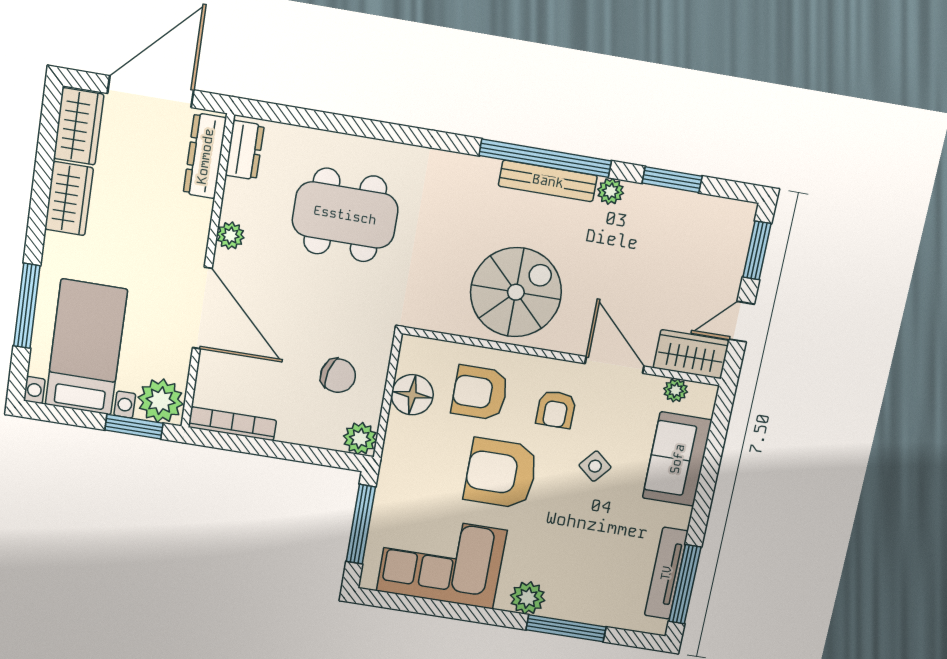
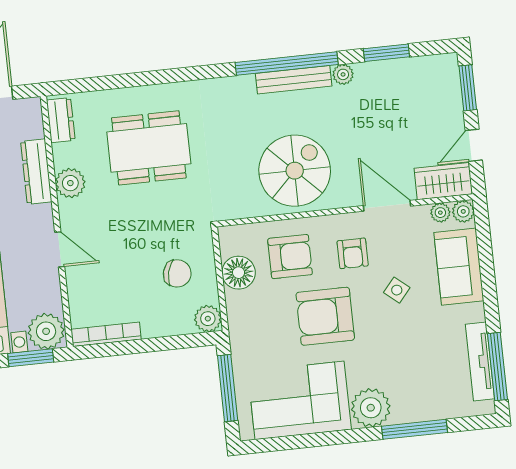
dresser: (205, 156) -> (36, 172), moved
plant: (230, 236) -> (70, 183), width x1.38, depth x1.38
door: (202, 308) -> (60, 249), width x0.53
armchair: (480, 393) -> (290, 257), turned 180
plant: (703, 396) -> (463, 211), added
plant: (528, 598) -> (371, 408), width x1.36, depth x1.36

